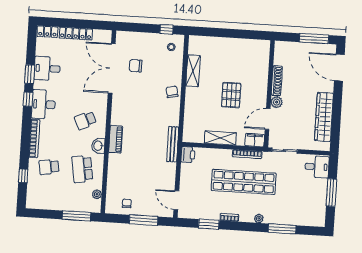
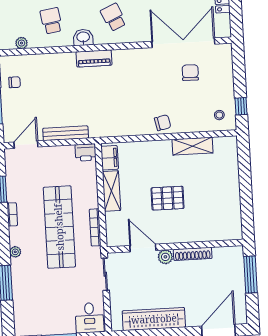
window: (314, 39) -> (250, 275), moved
filing cabinet: (255, 140) -> (110, 158), moved
bench: (173, 144) -> (66, 133), moved
school desk: (82, 169) -> (51, 21), width x0.54

